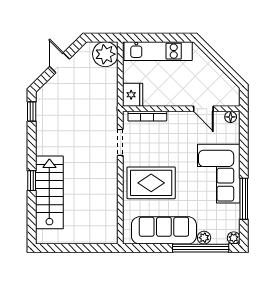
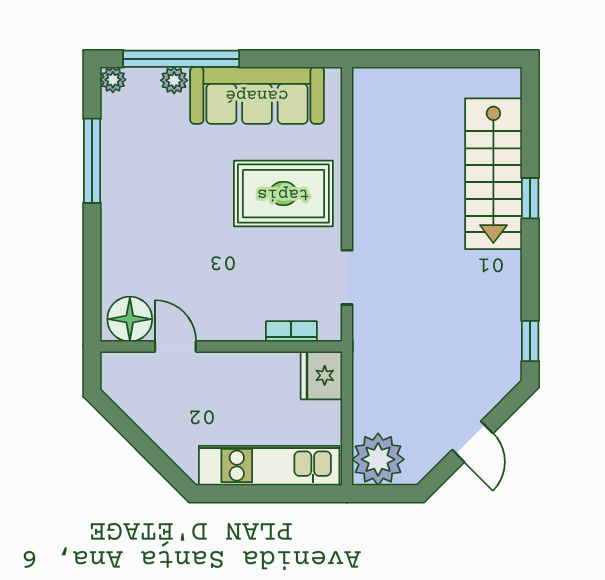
bookcase: (147, 116) -> (291, 331), width x0.64
floor lamp: (231, 117) -> (130, 319), width x1.89, depth x1.89
corner sofa: (219, 174) -> (144, 212), removed

